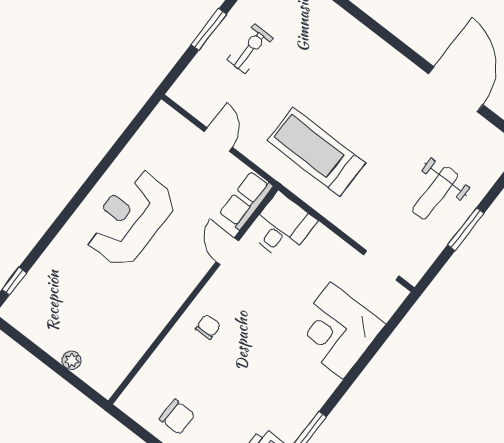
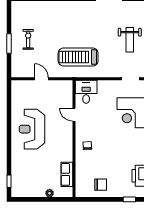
row of seats: (246, 200) -> (67, 174), moved

